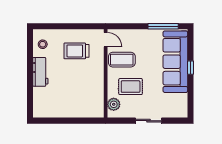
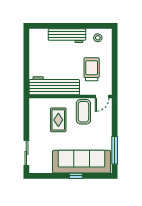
workbench: (40, 72) -> (67, 36), width x1.38
workbench: (94, 91) -> (54, 86), added
plant: (114, 104) -> (42, 104), removed
sliding door: (149, 121) -> (26, 153), moved

